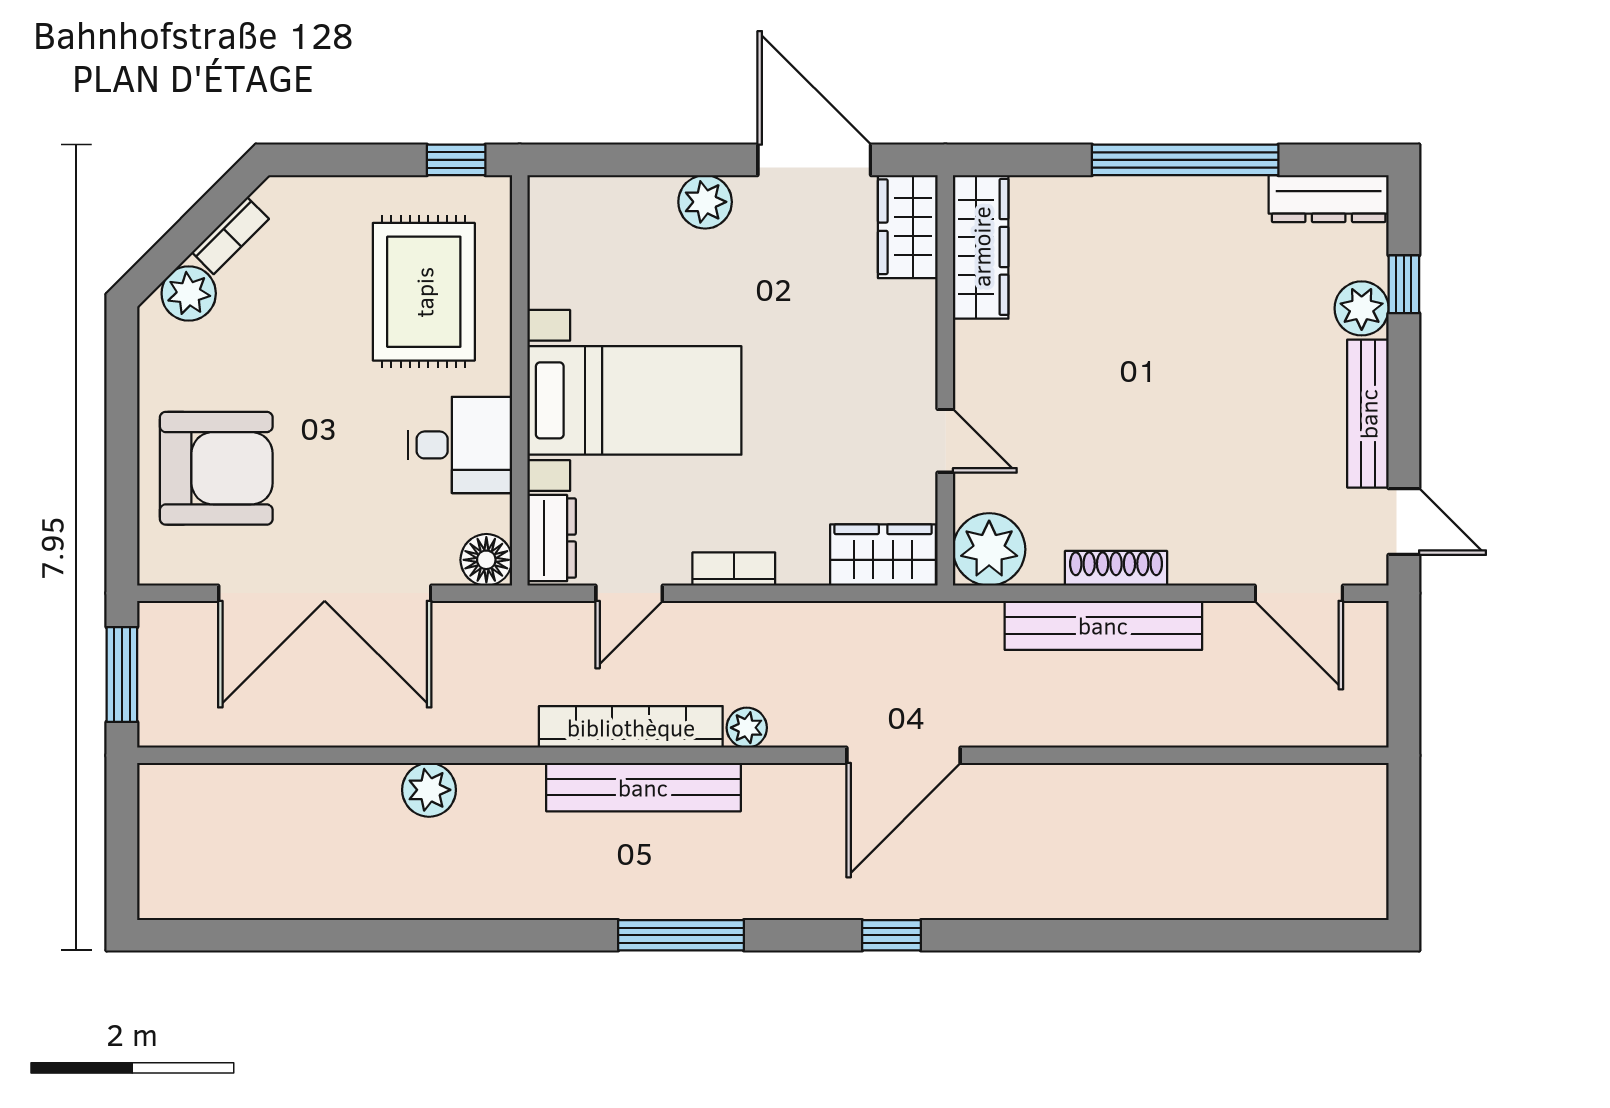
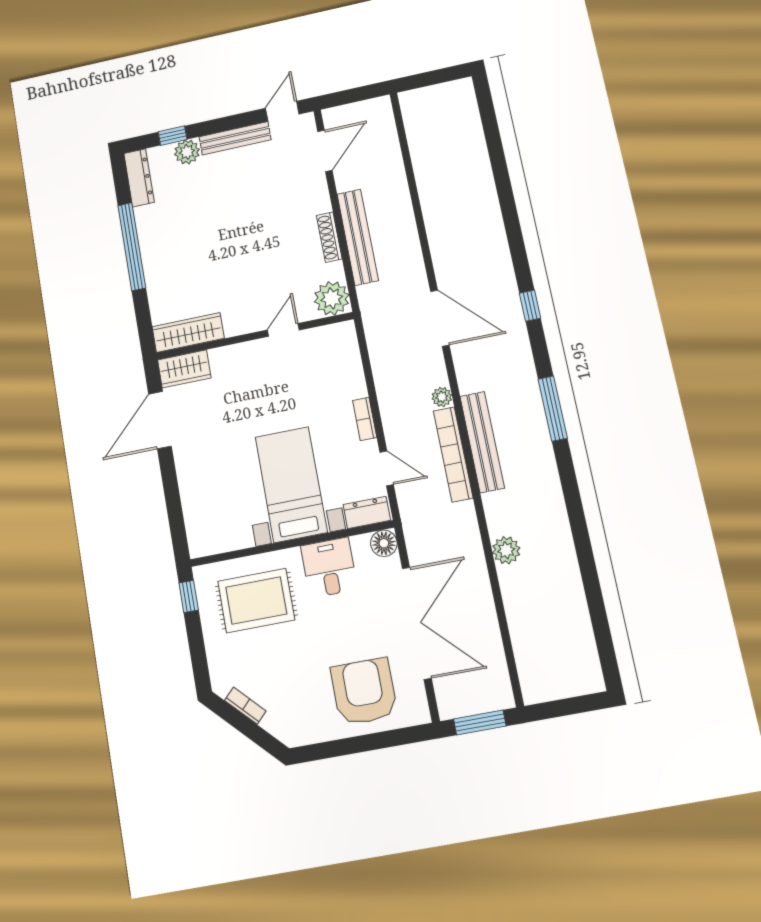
plant: (705, 202) -> (189, 469), removed
plant: (189, 293) -> (278, 722), removed
wardrobe: (883, 555) -> (344, 348), removed

